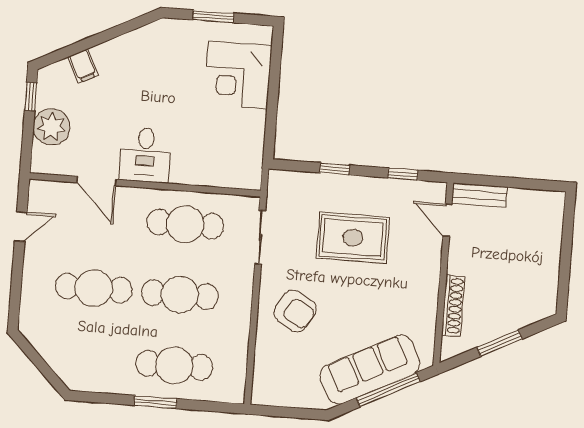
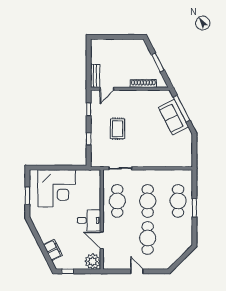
filing cabinet: (83, 66) -> (53, 250), width x2.00
corner desk: (238, 75) -> (57, 188), width x1.36, depth x1.36
plant: (51, 127) -> (93, 261), moved
door: (97, 181) -> (102, 240), swing flipped
door: (21, 227) -> (137, 271), moved
rug: (353, 238) -> (118, 129), width x0.73, depth x0.70
armchair: (295, 311) -> (151, 151), removed
sofa: (370, 369) -> (173, 117), width x0.73

